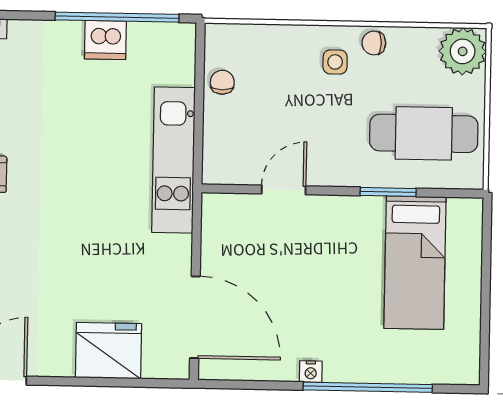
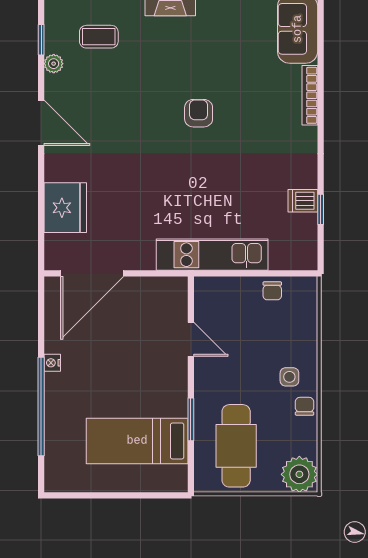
window: (117, 17) -> (321, 209), width x0.32
dishwasher: (105, 40) -> (303, 201), width x0.73
chair: (222, 82) -> (272, 291), turned 90

